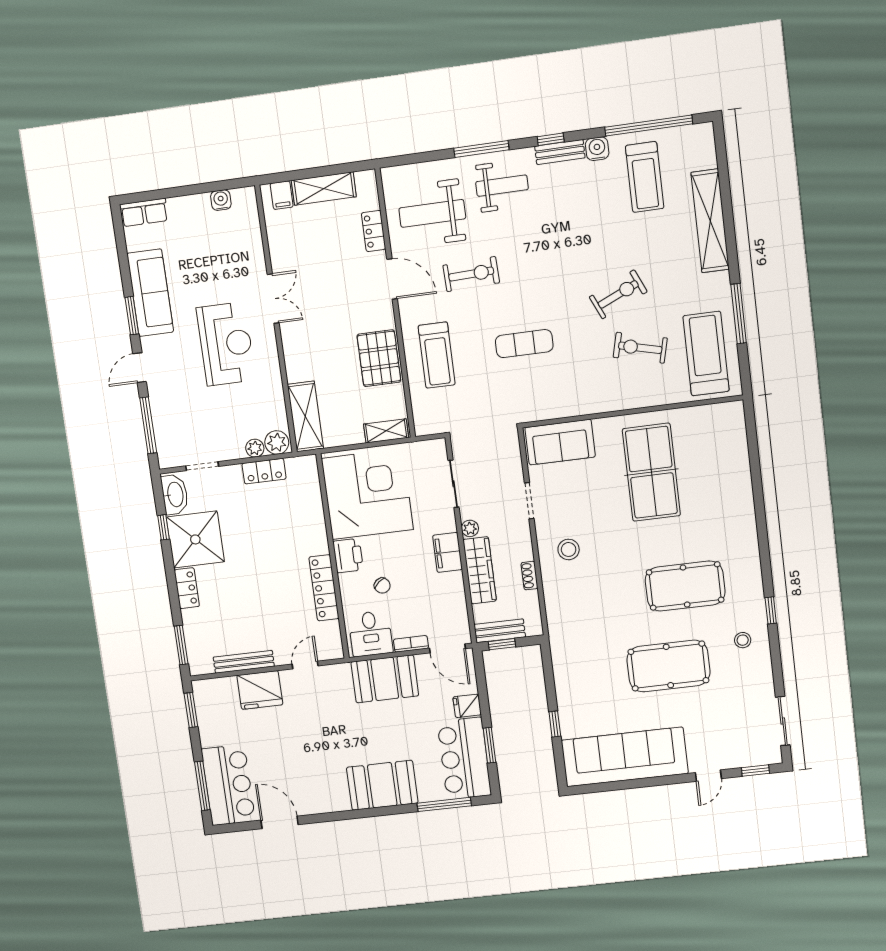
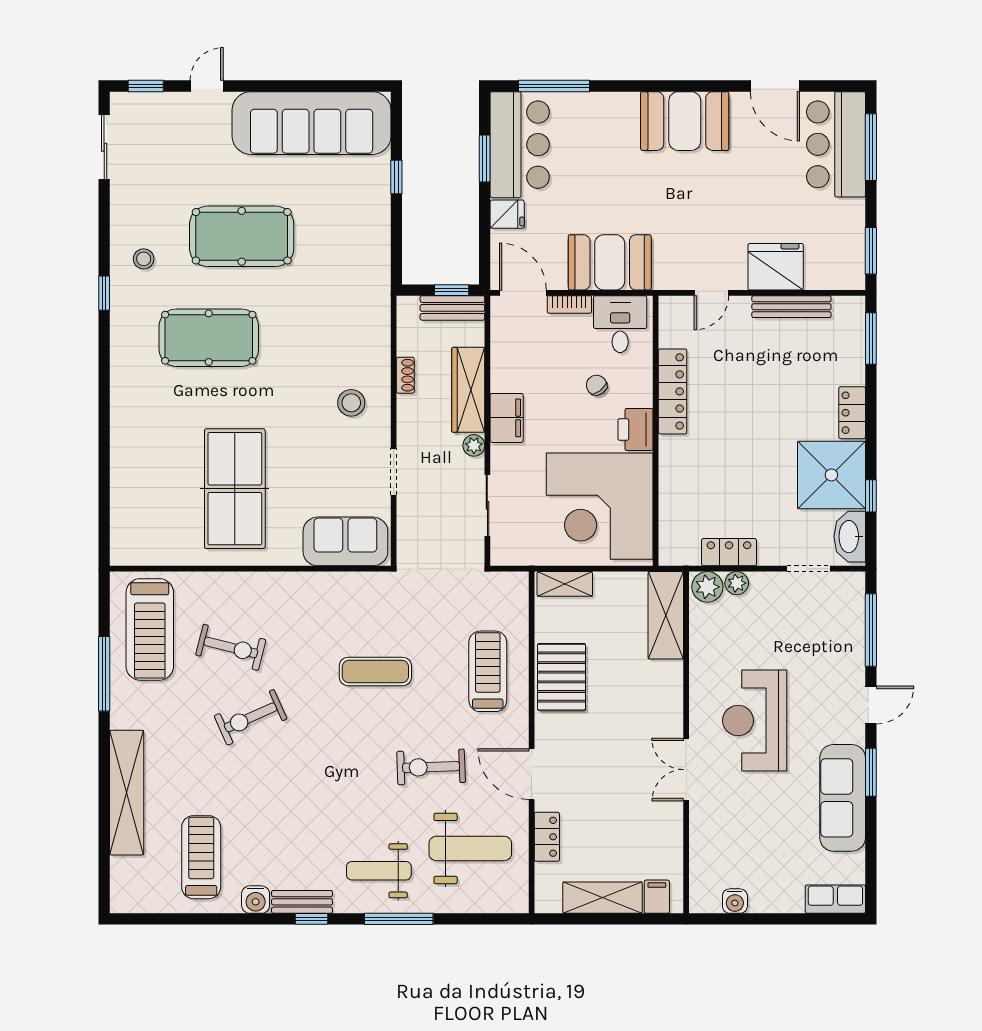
window: (649, 125) -> (189, 919), removed
booth: (382, 785) -> (685, 121), moved

